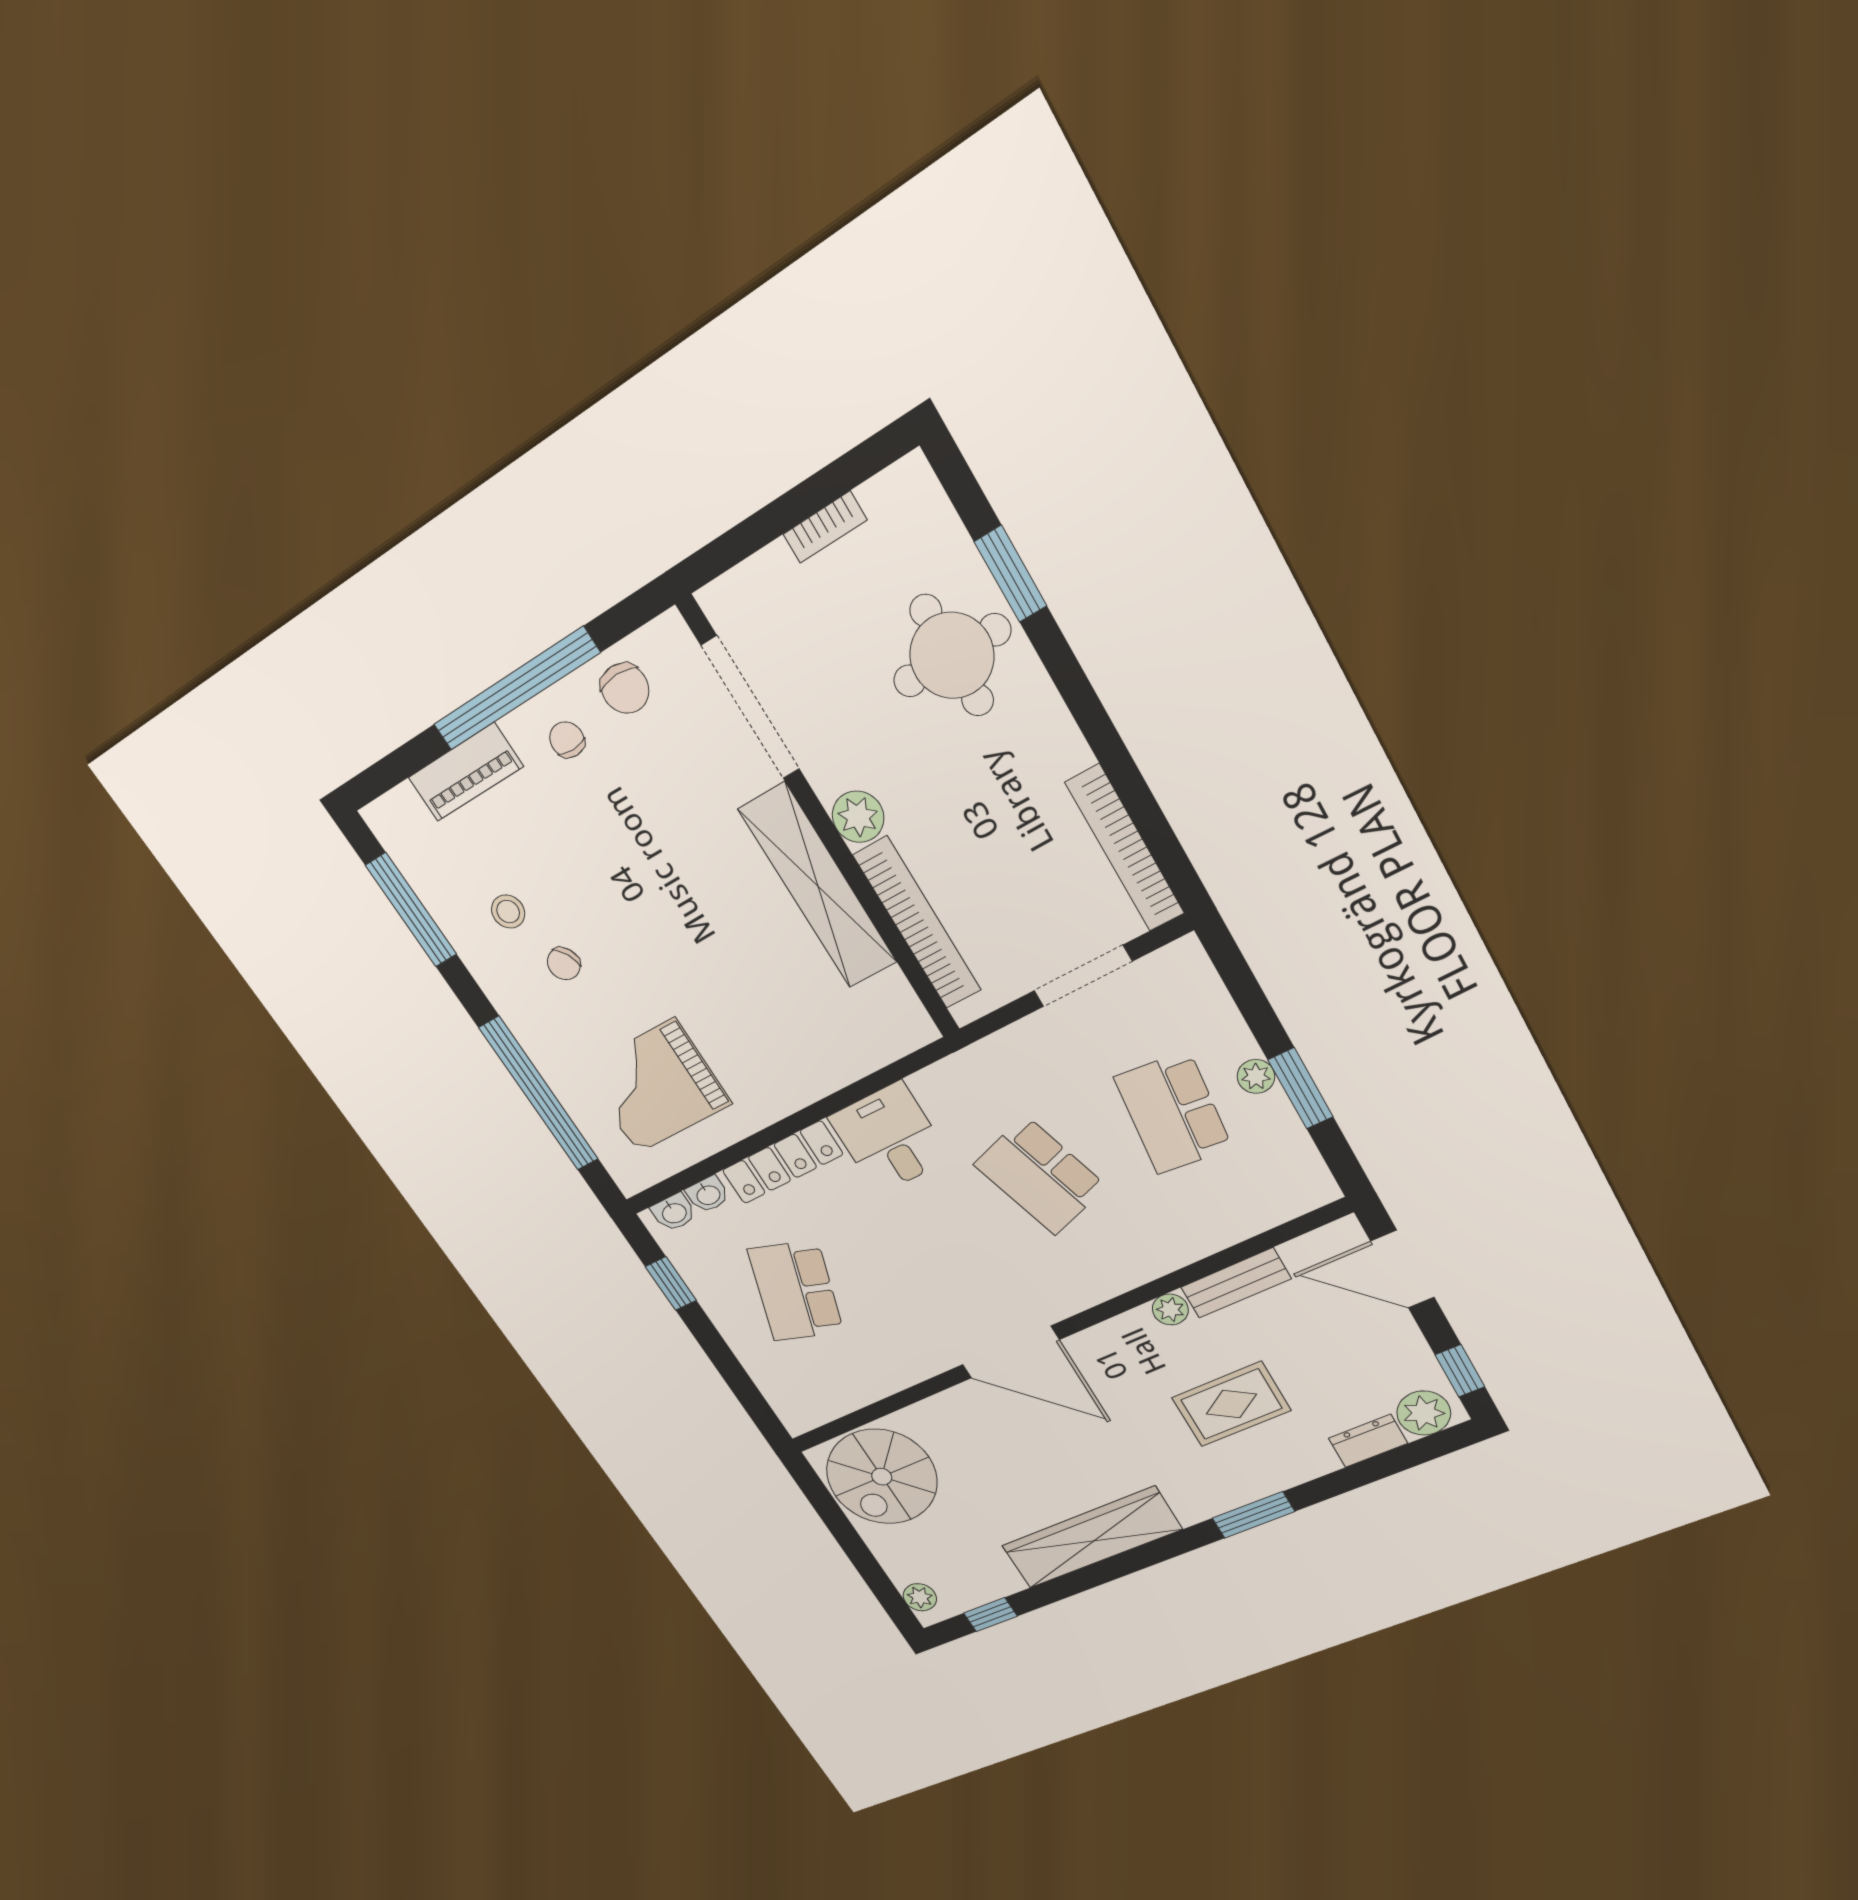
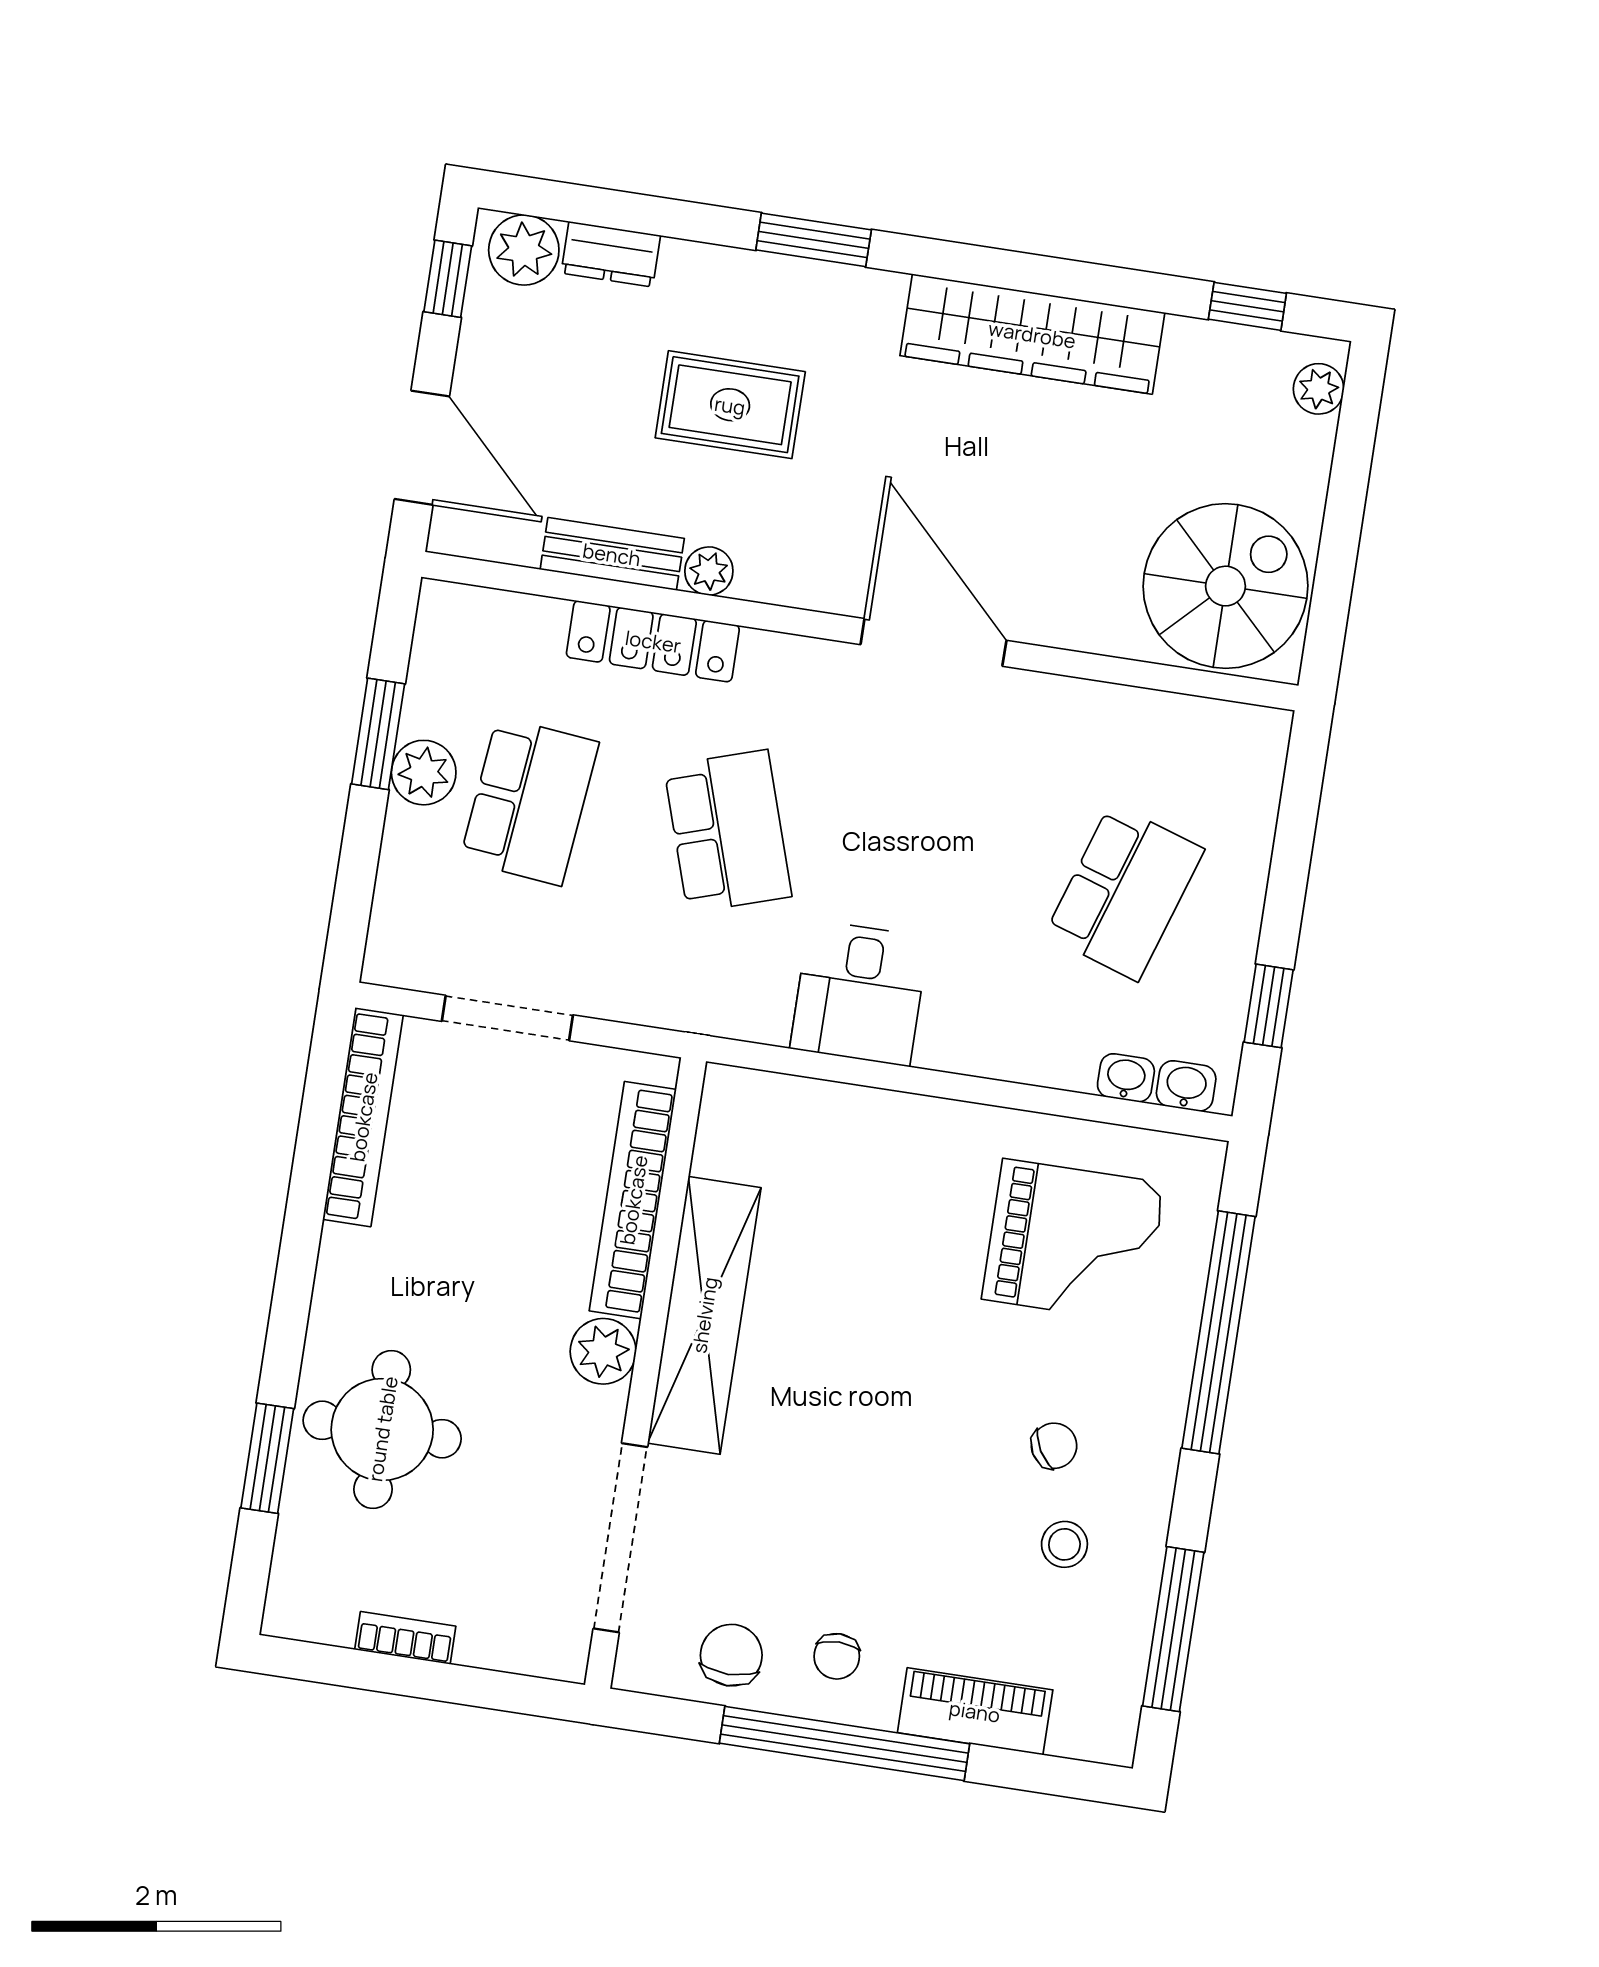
plant: (1256, 1076) -> (424, 773), width x1.38, depth x1.38
locker: (782, 1162) -> (653, 641), moved, turned 180

